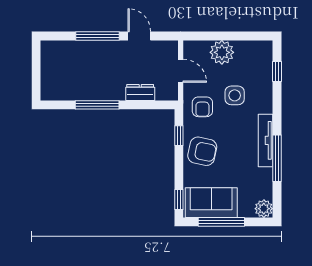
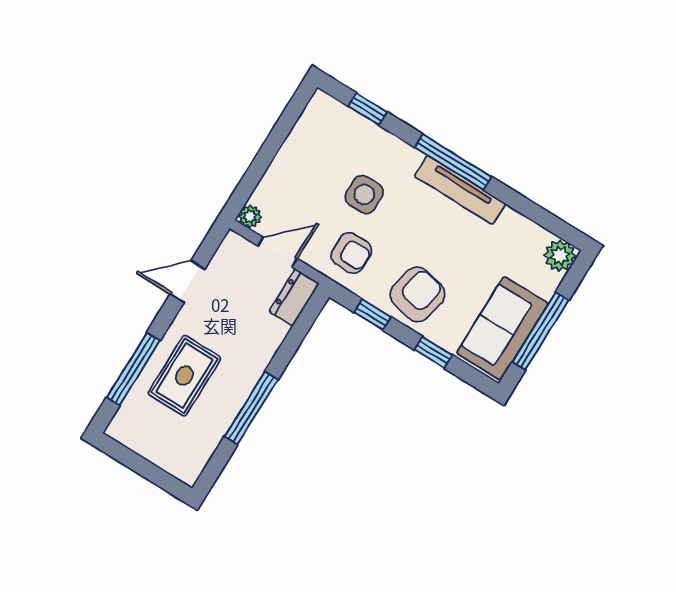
window: (97, 36) -> (133, 369), moved
plant: (222, 52) -> (250, 216), moved, width x0.53, depth x0.53
rug: (93, 63) -> (184, 376), added
dresser: (140, 92) -> (294, 297), moved
window: (277, 158) -> (453, 162), moved
window: (179, 199) -> (433, 352), moved

